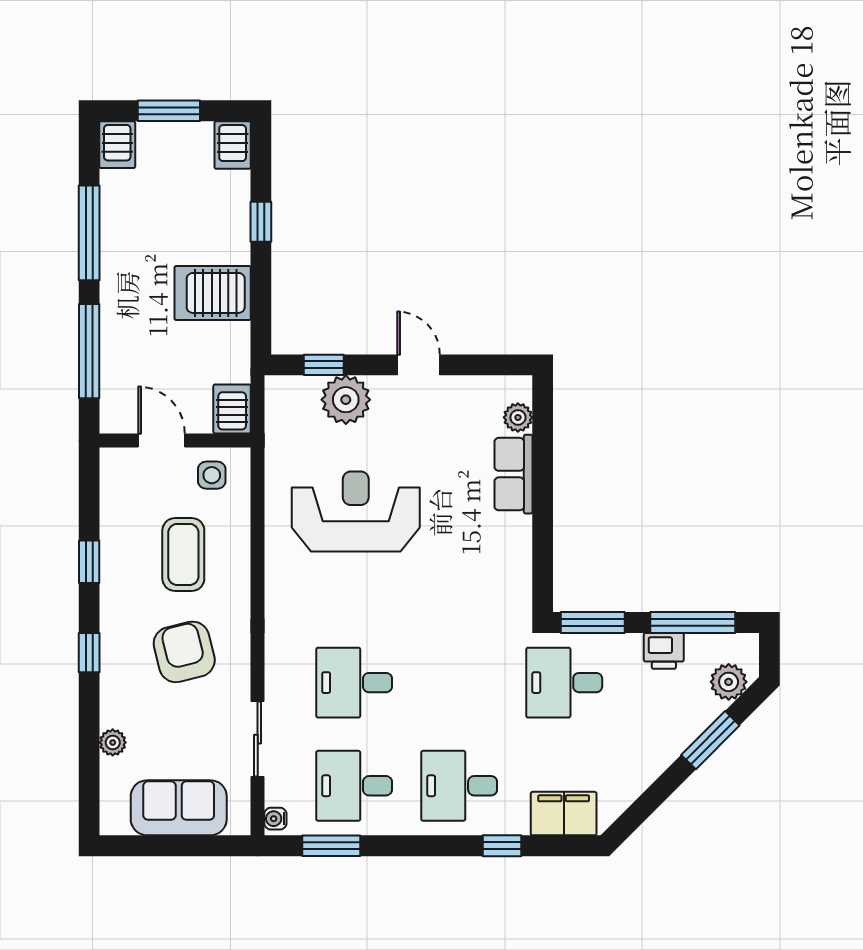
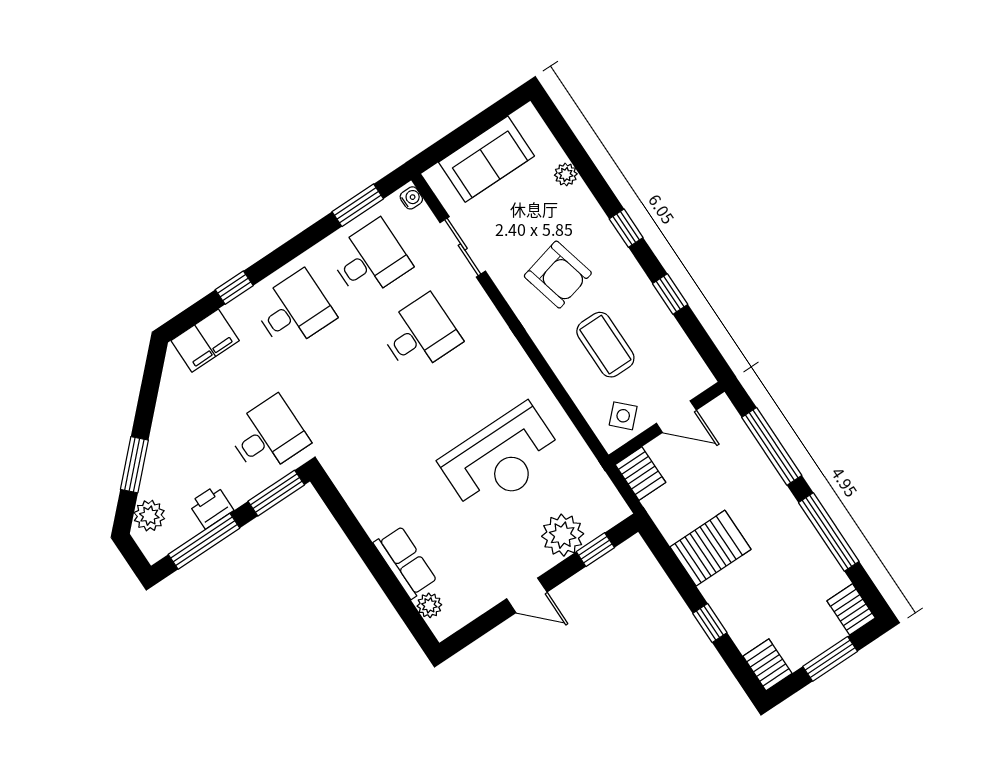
side table: (212, 475) -> (623, 416), turned 45

